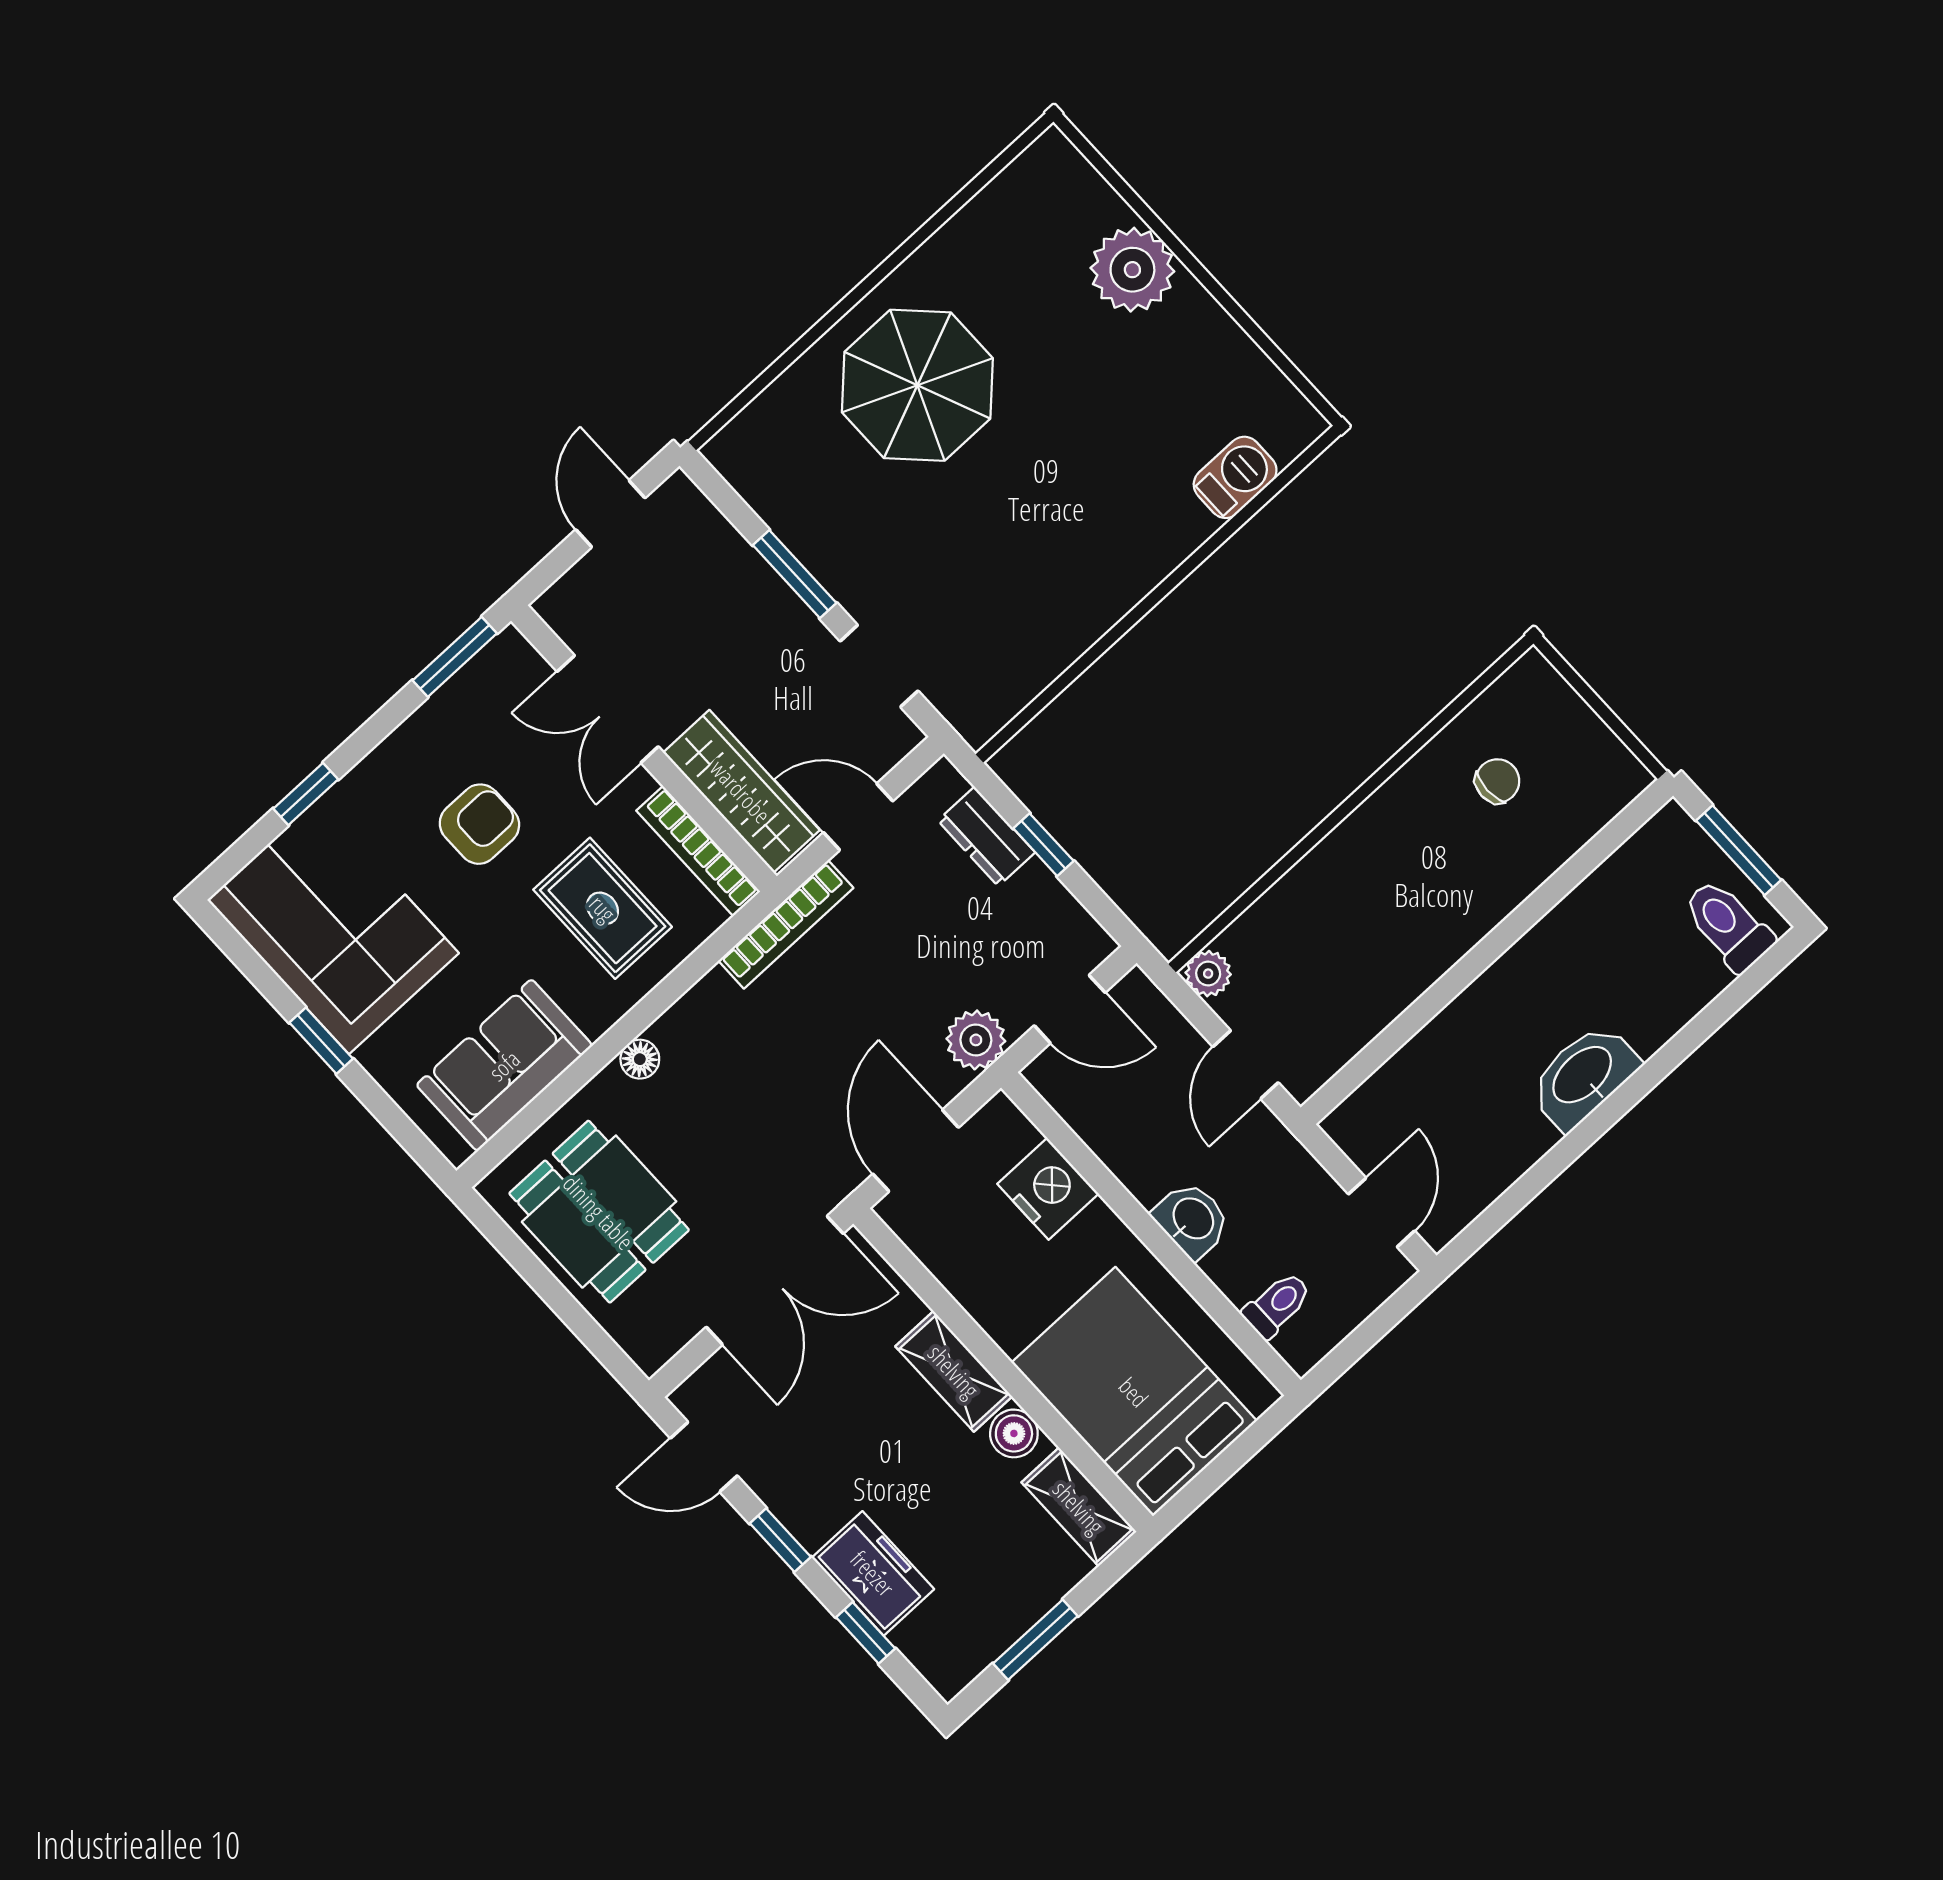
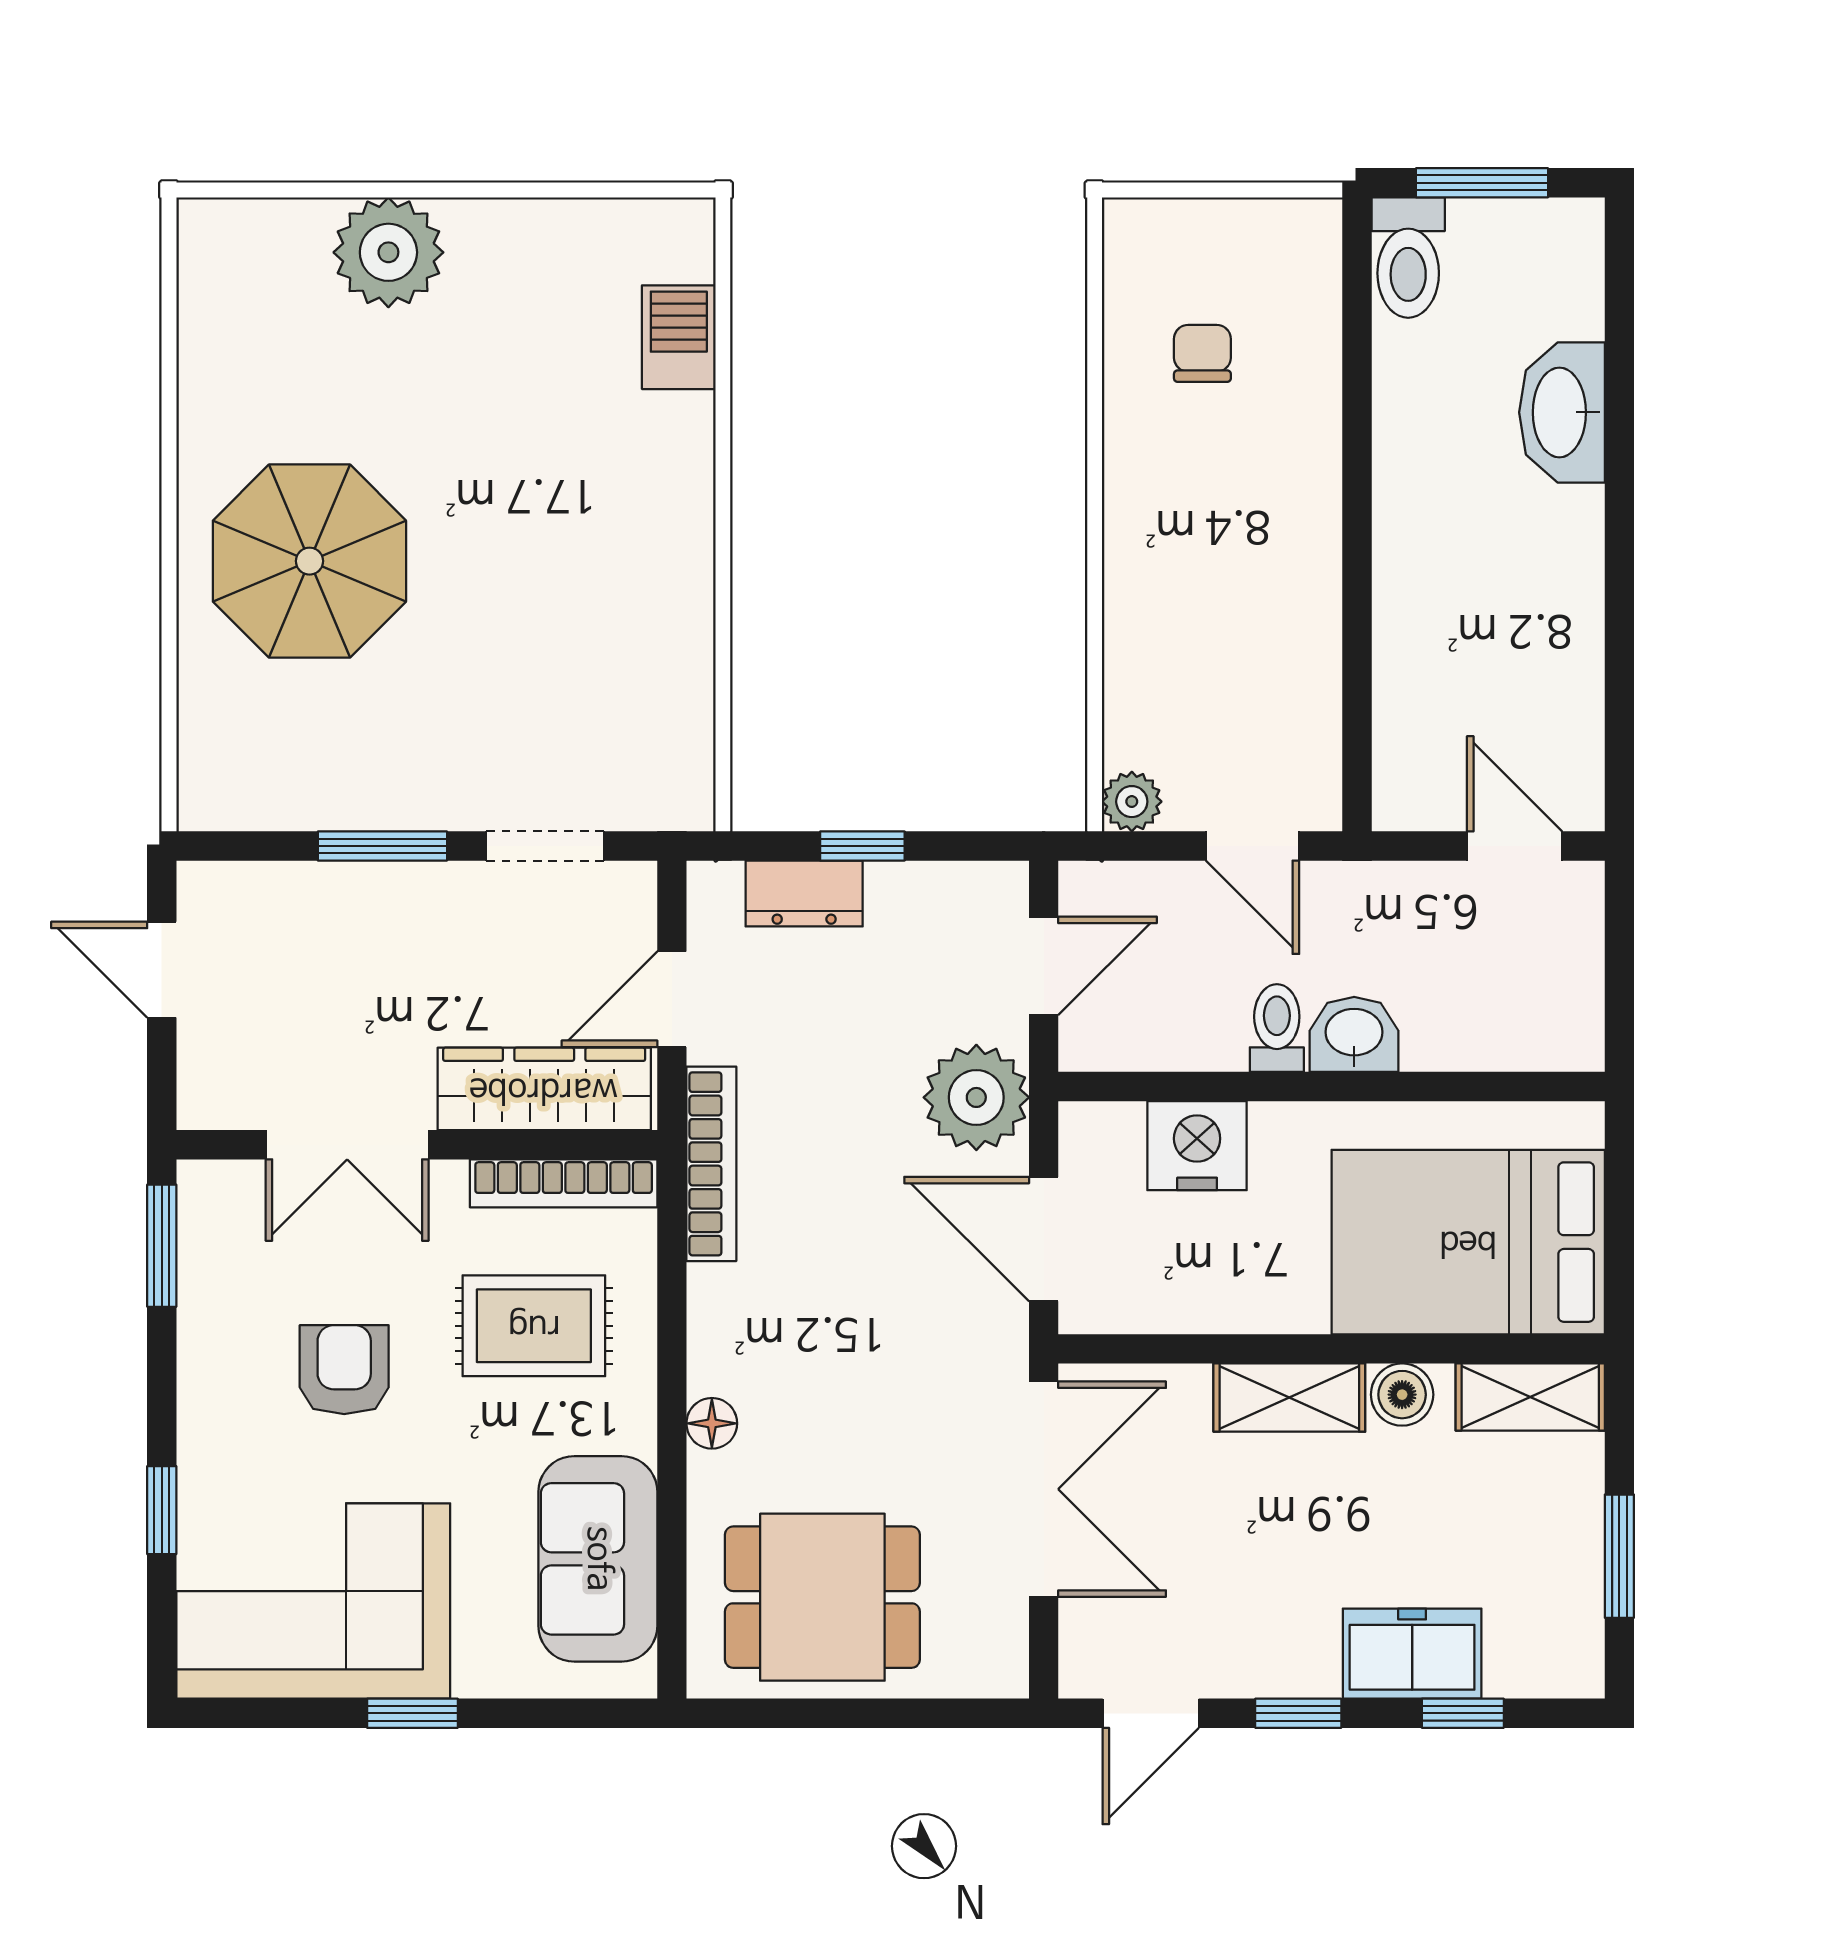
toilet: (1728, 925) -> (1408, 258), moved, turned -90
plant: (976, 1040) -> (976, 1097), width x1.36, depth x1.36
washbasin: (1583, 1076) -> (1562, 412), moved
toilet: (1277, 1305) -> (1277, 1028), moved

